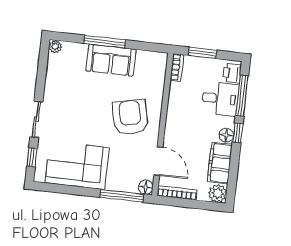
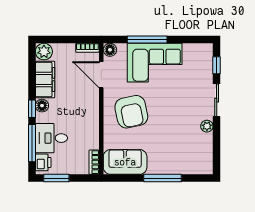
plant: (55, 47) -> (207, 126), moved
window: (203, 53) -> (56, 178), moved
sofa: (111, 60) -> (125, 162), moved
corner sofa: (77, 165) -> (155, 63), moved
bookcase: (177, 193) -> (87, 48), width x0.64
window: (122, 196) -> (147, 40), moved

